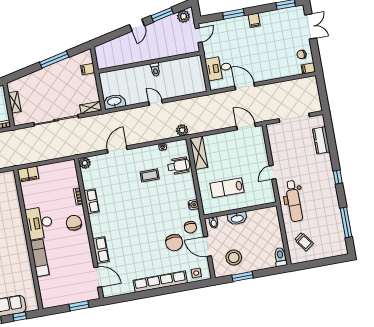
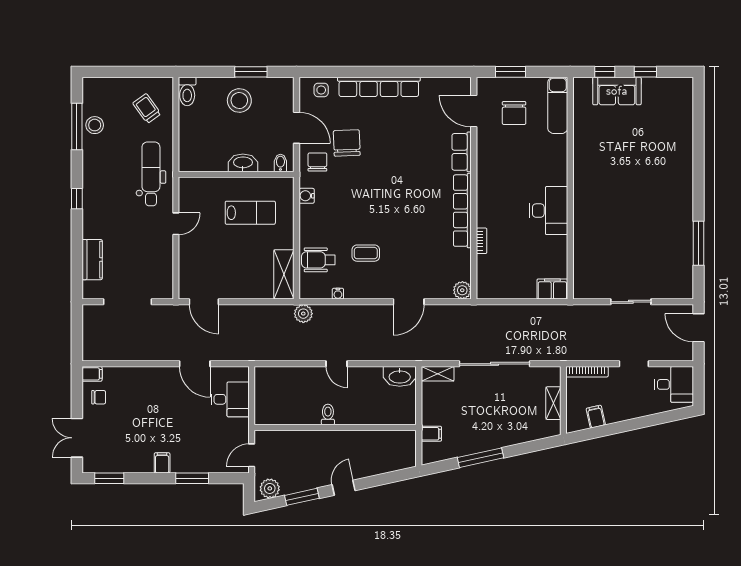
row of seats: (92, 201) -> (462, 211), width x2.02
chair: (74, 223) -> (514, 113), moved
stool: (335, 225) -> (95, 125), added
exam couch: (40, 258) -> (558, 105), moved
stool: (234, 258) -> (239, 101), moved

